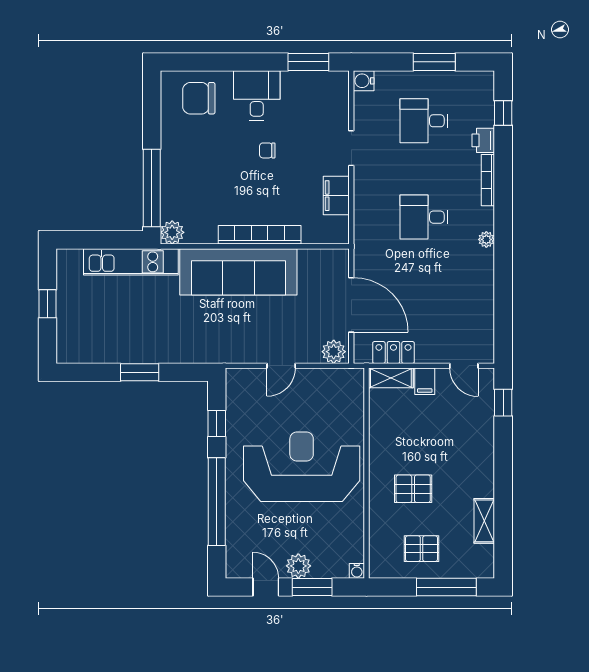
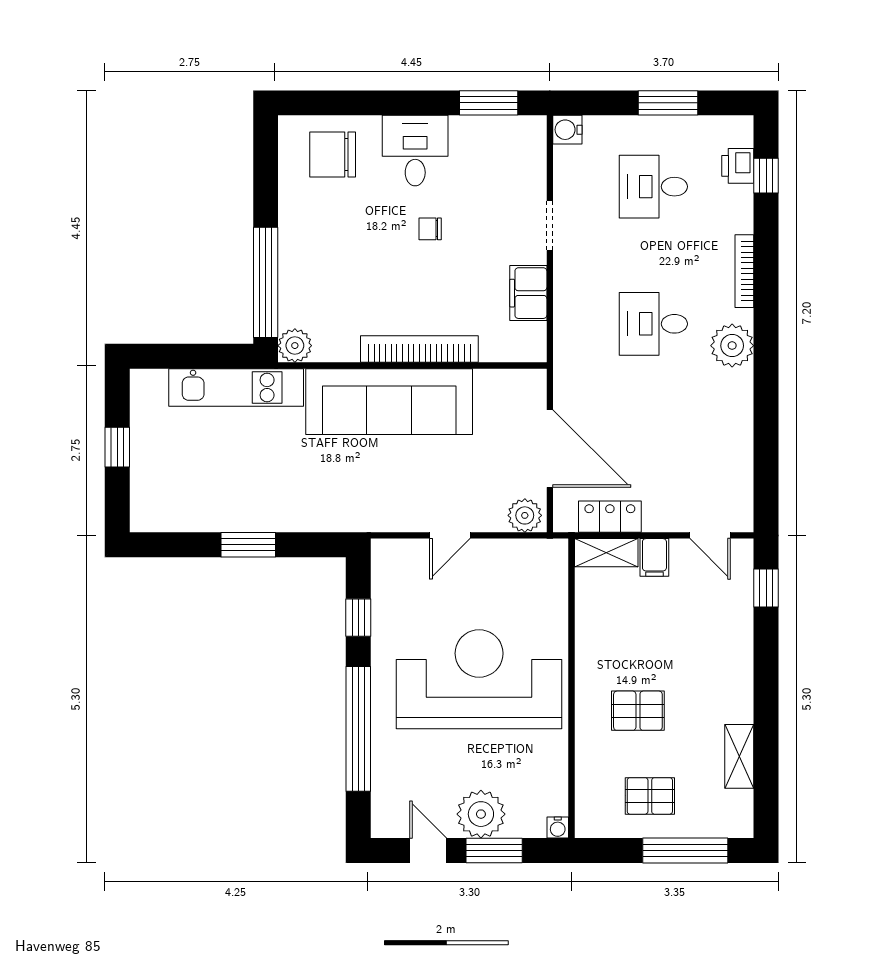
printer: (483, 140) -> (738, 166), moved
plant: (486, 239) -> (732, 346), width x1.87, depth x1.87
plant: (298, 566) -> (481, 814), width x1.36, depth x1.36

